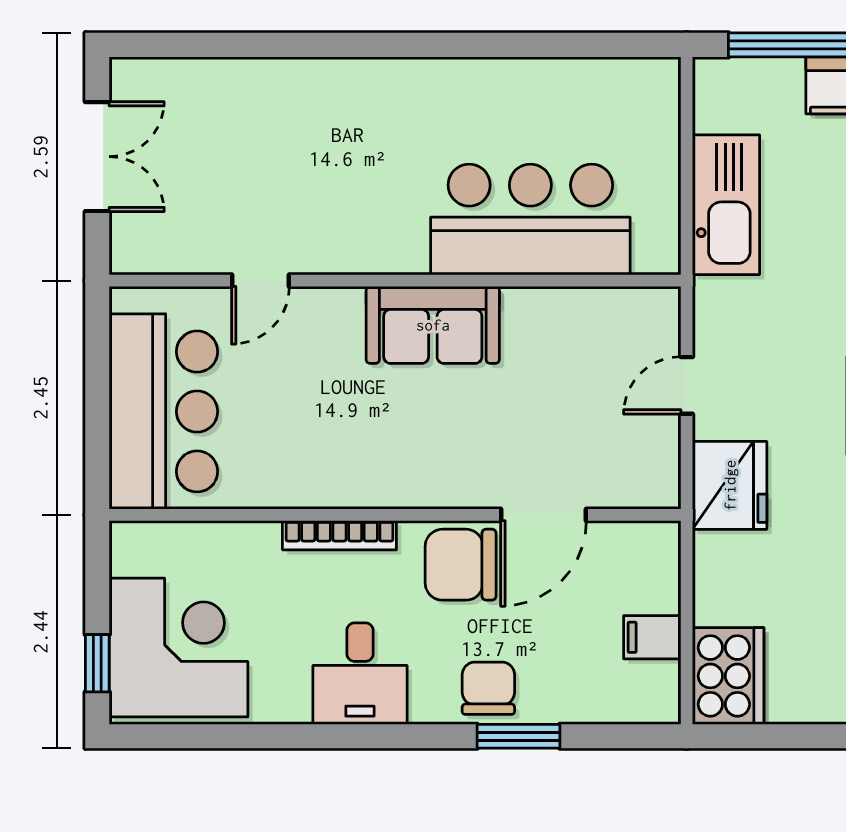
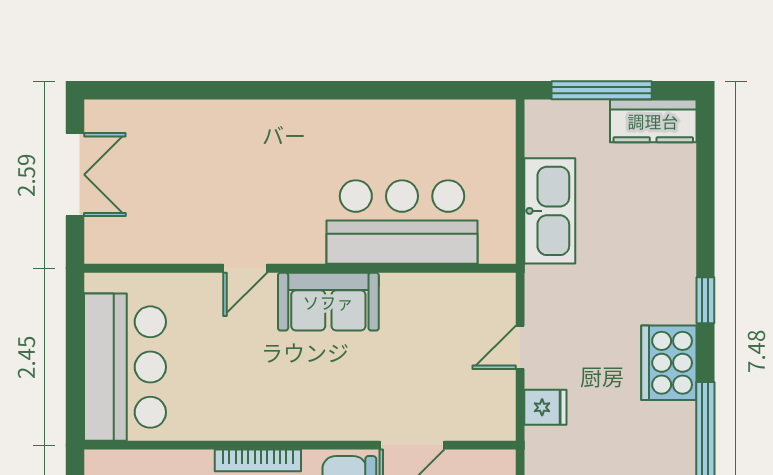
door: (260, 281) -> (245, 268), moved
fridge: (730, 485) -> (545, 407), width x0.53, depth x0.75

